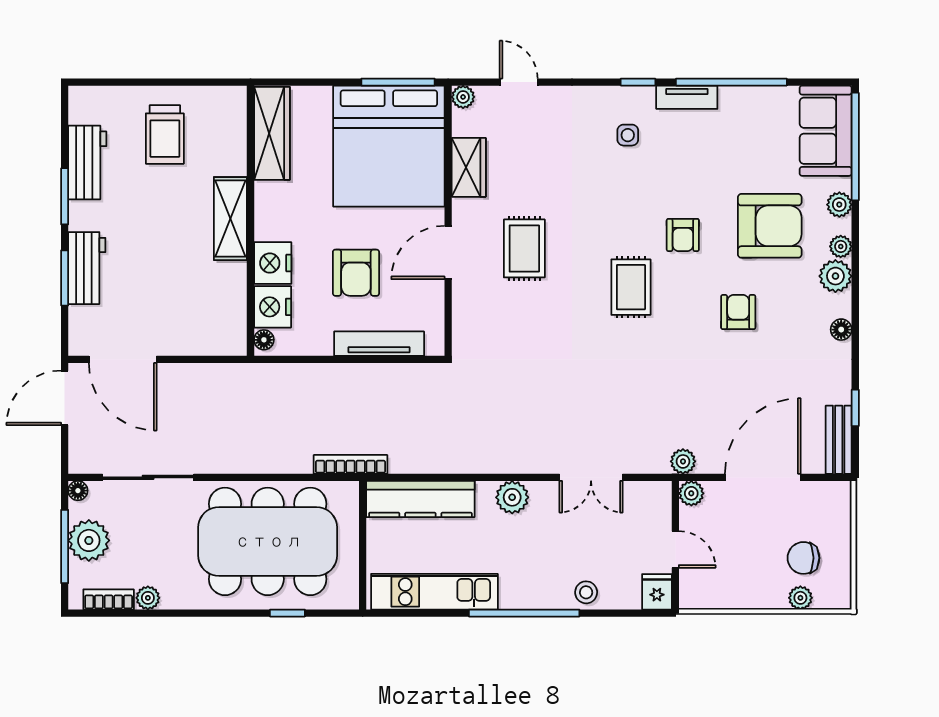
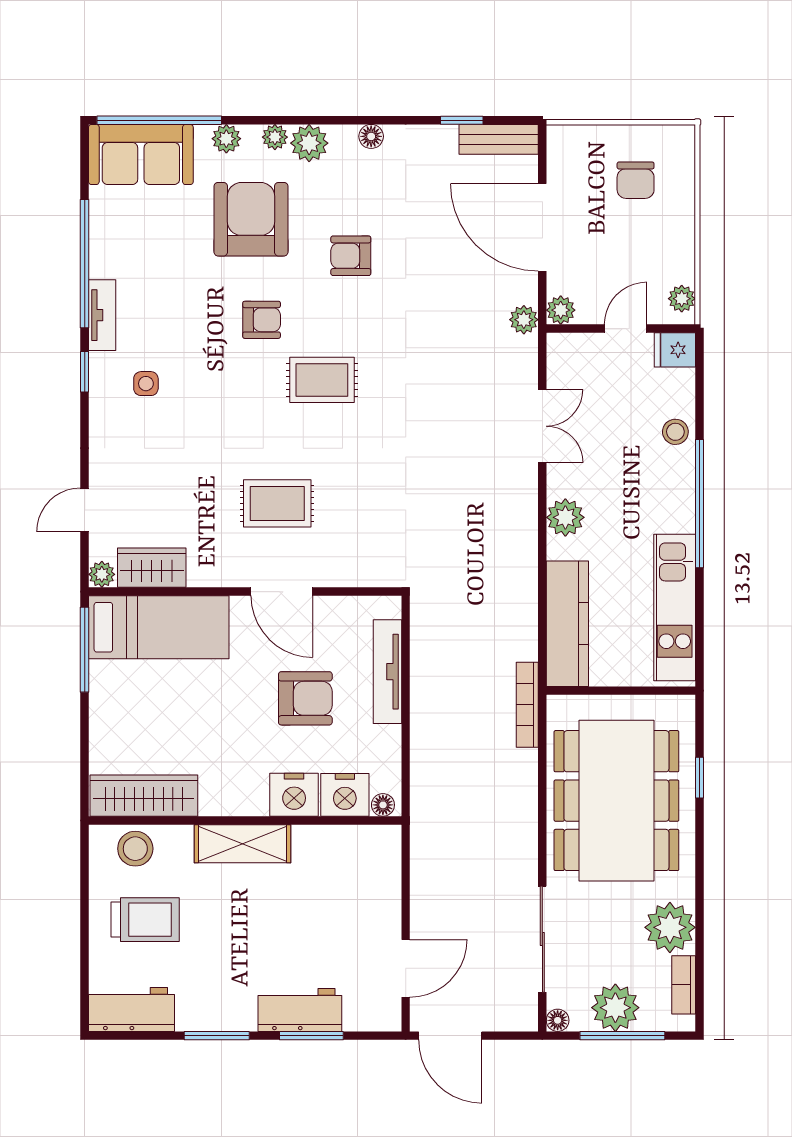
stool: (226, 126) -> (135, 849), added
bed: (389, 146) -> (159, 627), width x0.49
workbench: (87, 163) -> (131, 1009), moved
wardrobe: (469, 167) -> (152, 568), moved
door: (123, 359) -> (406, 968), width x0.73
plant: (148, 598) -> (670, 927), width x1.88, depth x1.88
plant: (800, 598) -> (682, 299), moved

